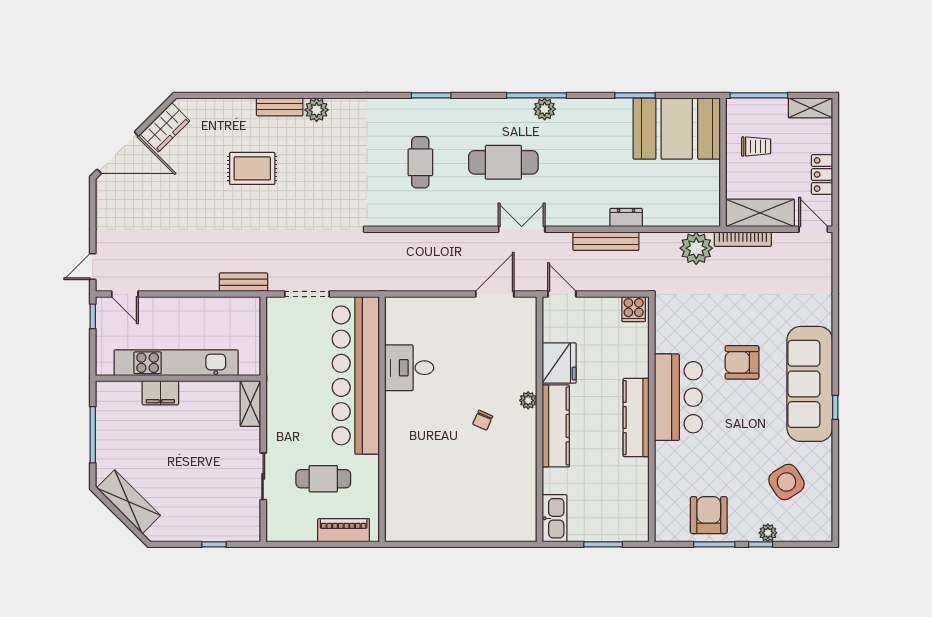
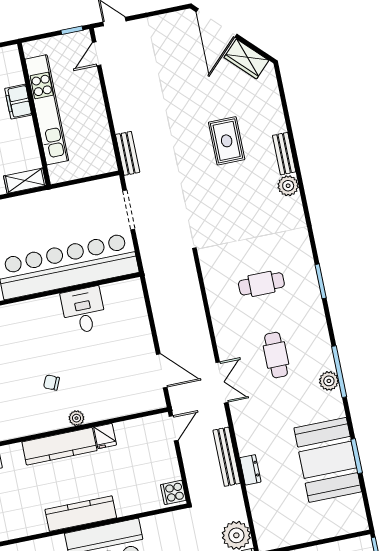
booth: (677, 129) -> (328, 460), moved
cafe table: (503, 162) -> (276, 355), width x0.73, depth x0.74
fridge: (559, 363) -> (105, 436), width x0.53, depth x0.75

